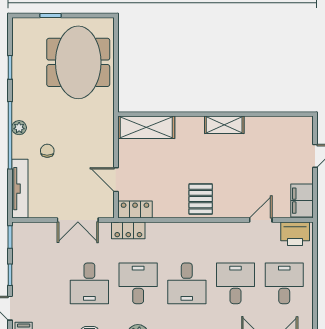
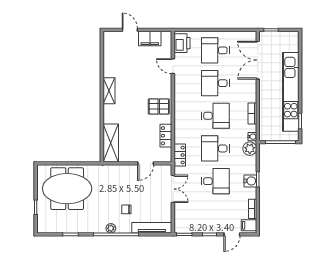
filing cabinet: (302, 201) -> (150, 39), moved
locker: (135, 210) -> (166, 136), moved

